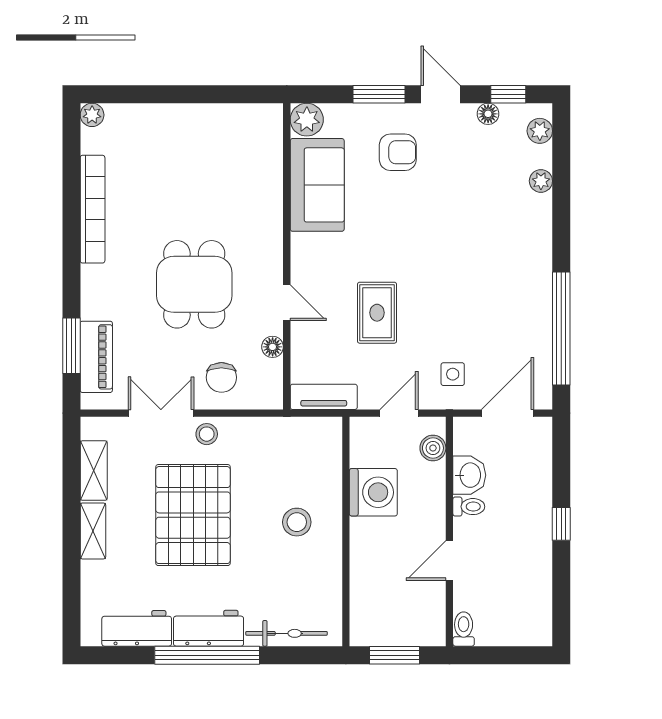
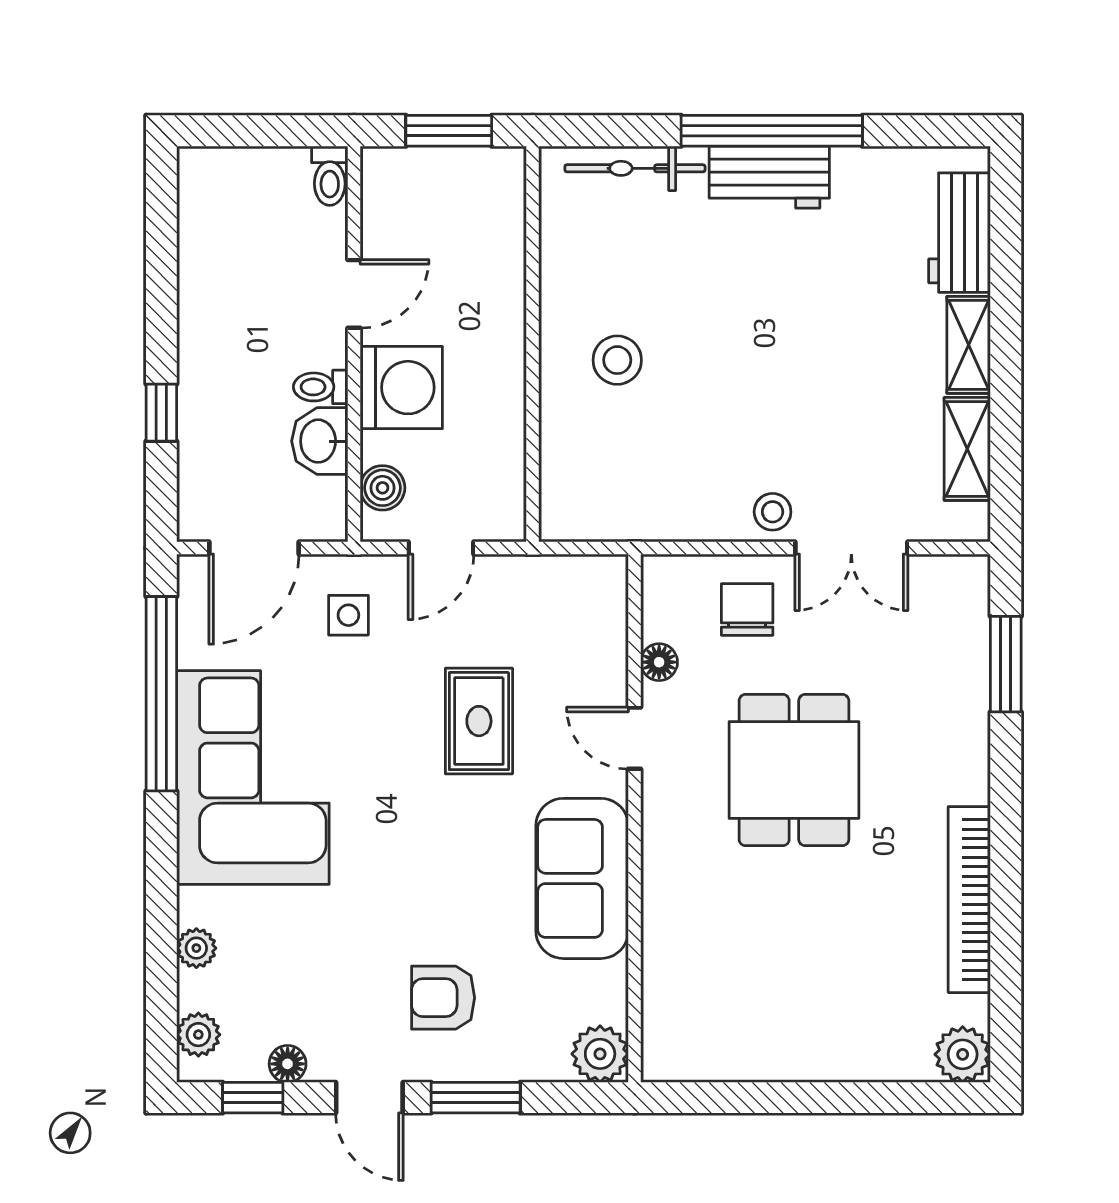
plant: (92, 115) -> (963, 1054), width x1.38, depth x1.38
sofa: (317, 185) -> (582, 878), moved
corner sofa: (508, 280) -> (253, 777), added
piano: (96, 357) -> (963, 645), removed
tv unit: (324, 397) -> (571, 576), removed
washing machine: (373, 492) -> (401, 388), moved, turned 180
pallet: (193, 515) -> (796, 372), removed
window: (561, 524) -> (161, 413), moved
workbench: (137, 628) -> (960, 233), moved, turned 90

